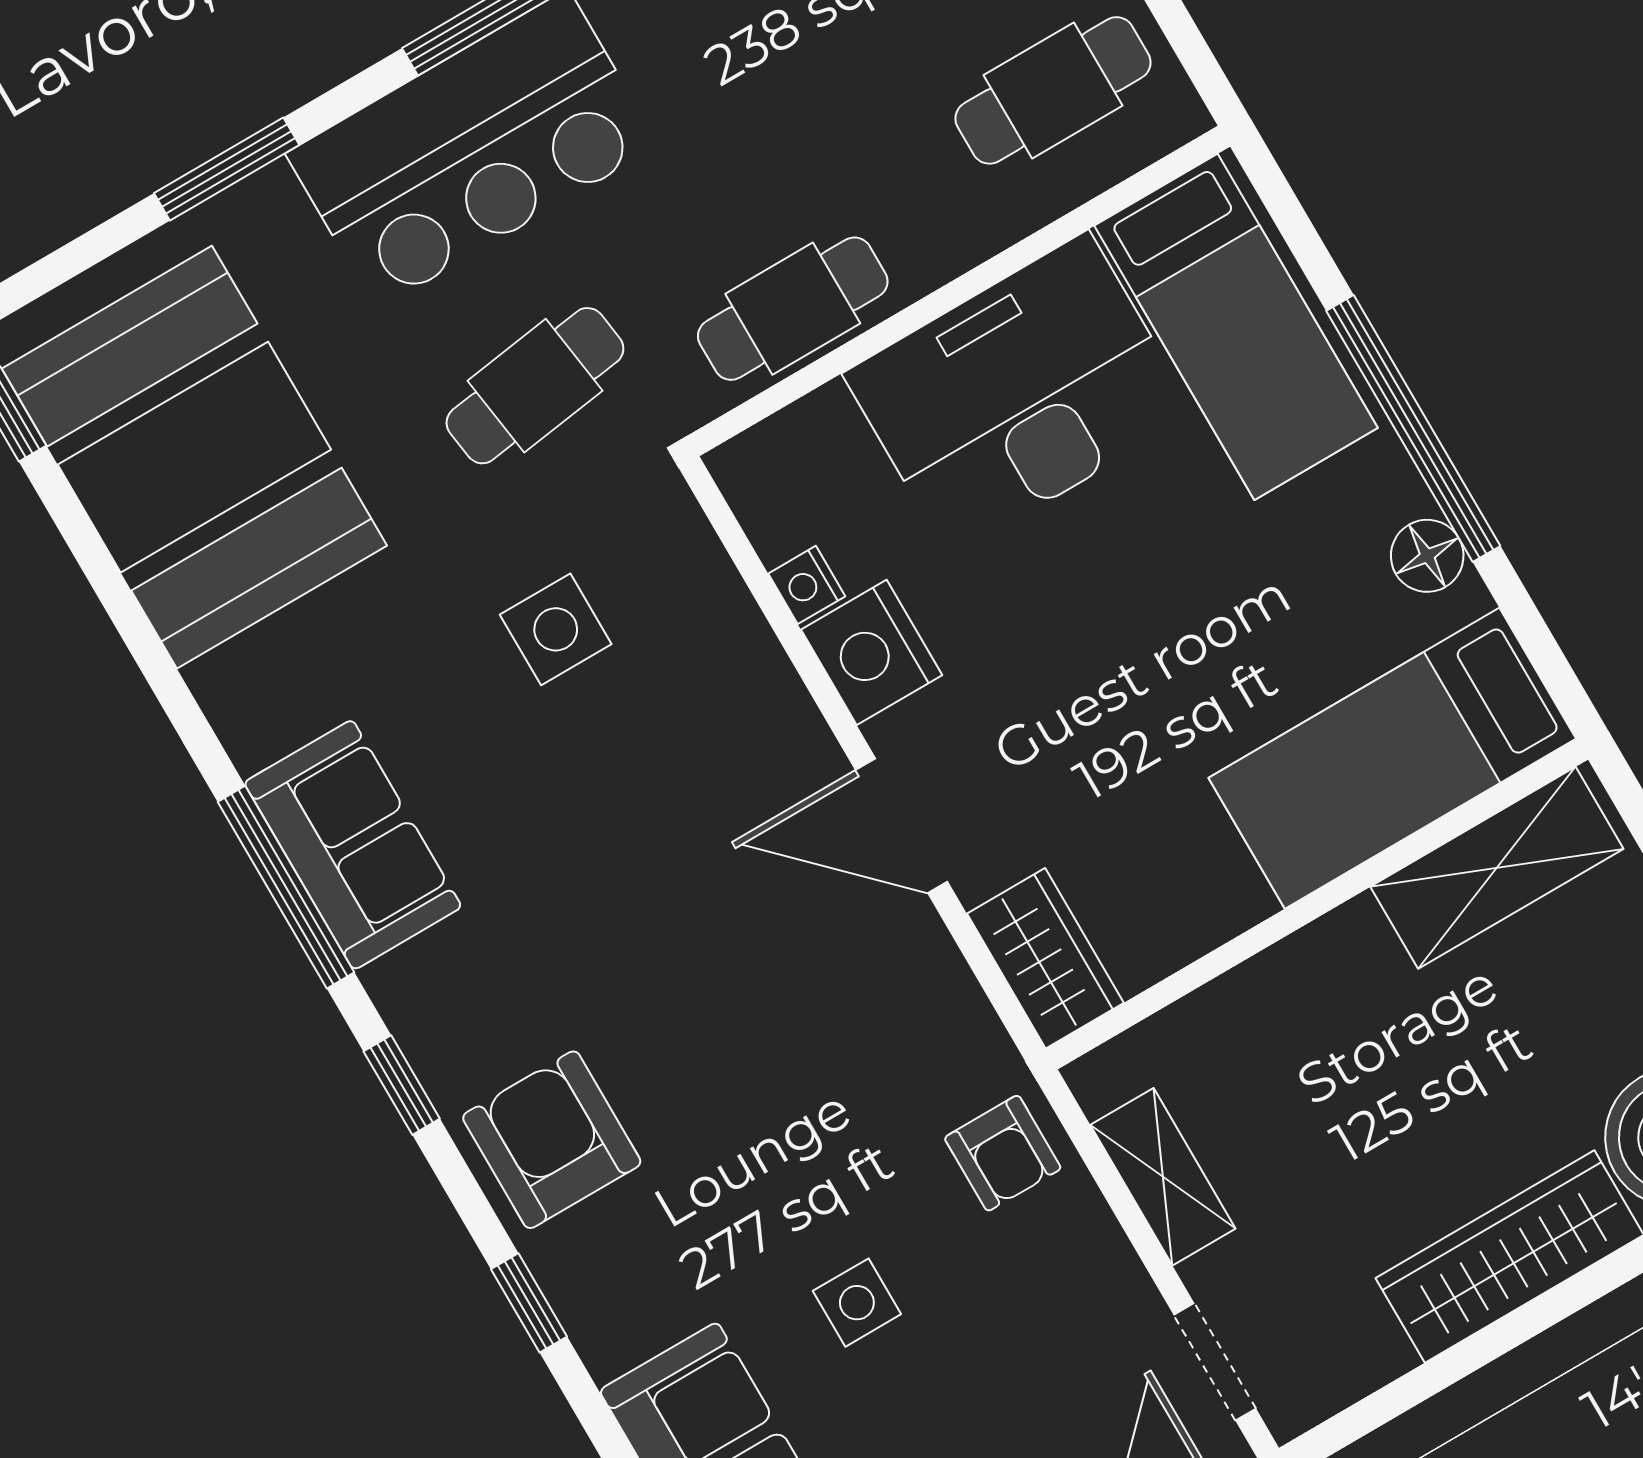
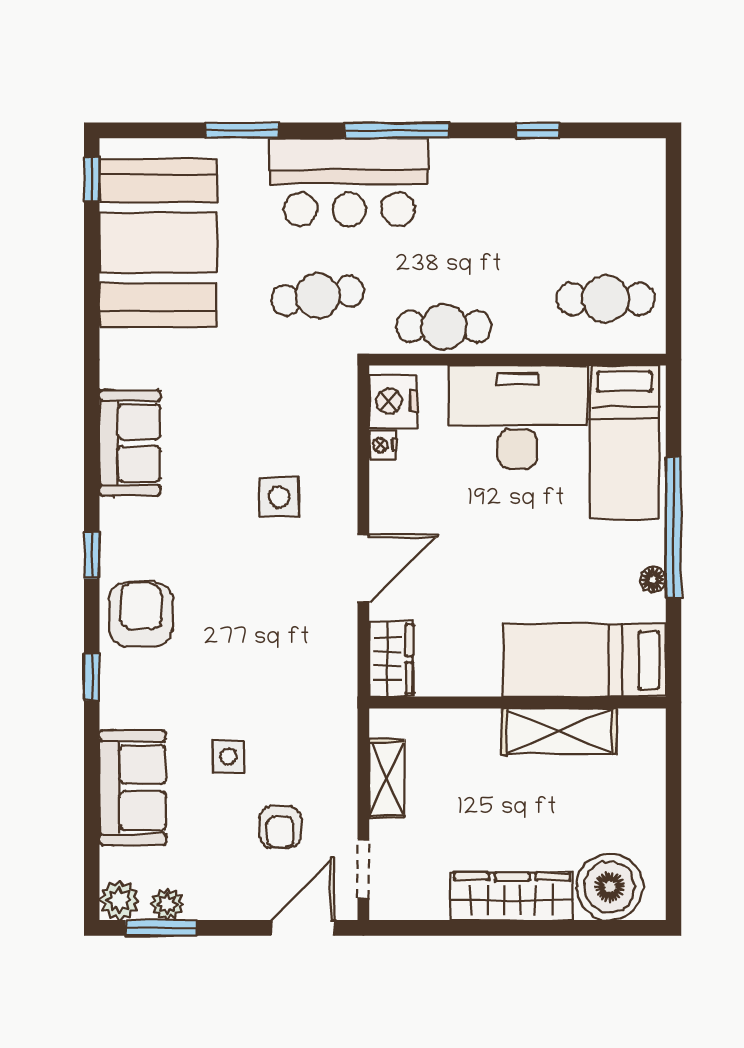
floor lamp: (1427, 556) -> (653, 579), width x0.73, depth x0.73
side table: (556, 629) -> (279, 497), moved
nightstand: (872, 652) -> (393, 401), moved
door: (902, 826) -> (363, 569), swing flipped
shelving: (1497, 868) -> (559, 731), moved
window: (286, 887) -> (92, 444), removed
armchair: (1003, 1153) -> (280, 827), moved

